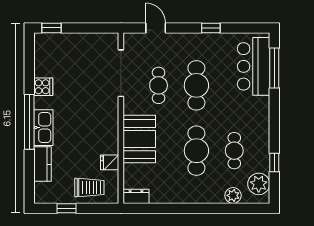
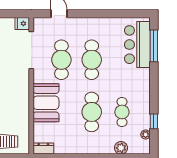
window: (211, 28) -> (103, 14), removed
cafe table: (159, 85) -> (61, 60), width x1.37, depth x1.35
fridge: (110, 162) -> (22, 24), moved
plant: (259, 184) -> (146, 135), width x0.53, depth x0.53

